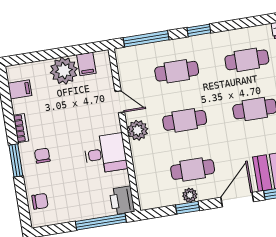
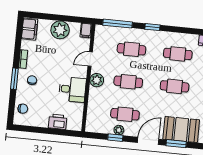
filing cabinet: (86, 64) -> (86, 30), moved
filing cabinet: (20, 89) -> (30, 29), width x2.00
door: (120, 102) -> (90, 59), swing flipped
printer: (122, 200) -> (58, 122), moved, turned 90
window: (101, 222) -> (58, 132), removed

